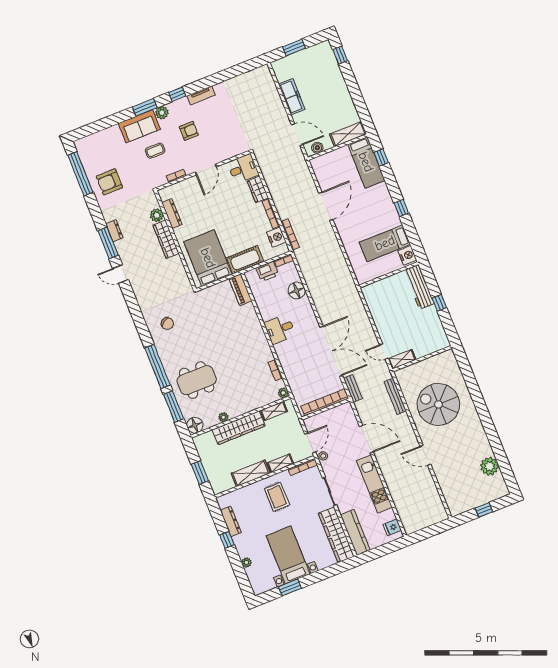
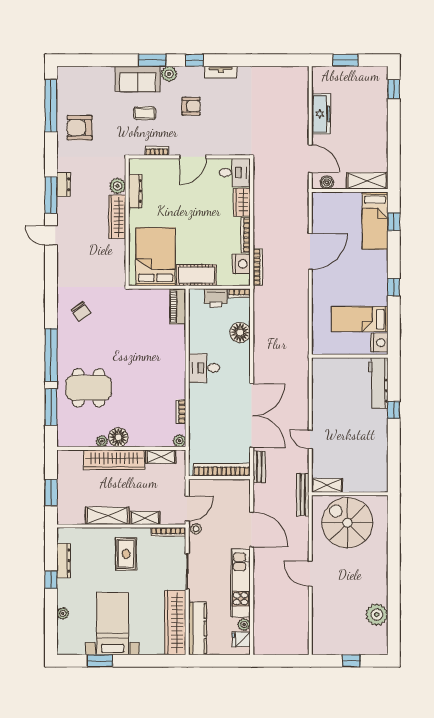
shelving: (402, 359) -> (327, 485), moved
wall: (422, 359) -> (350, 494), moved
floor lamp: (195, 425) -> (118, 437), moved
plant: (390, 515) -> (244, 624), added

